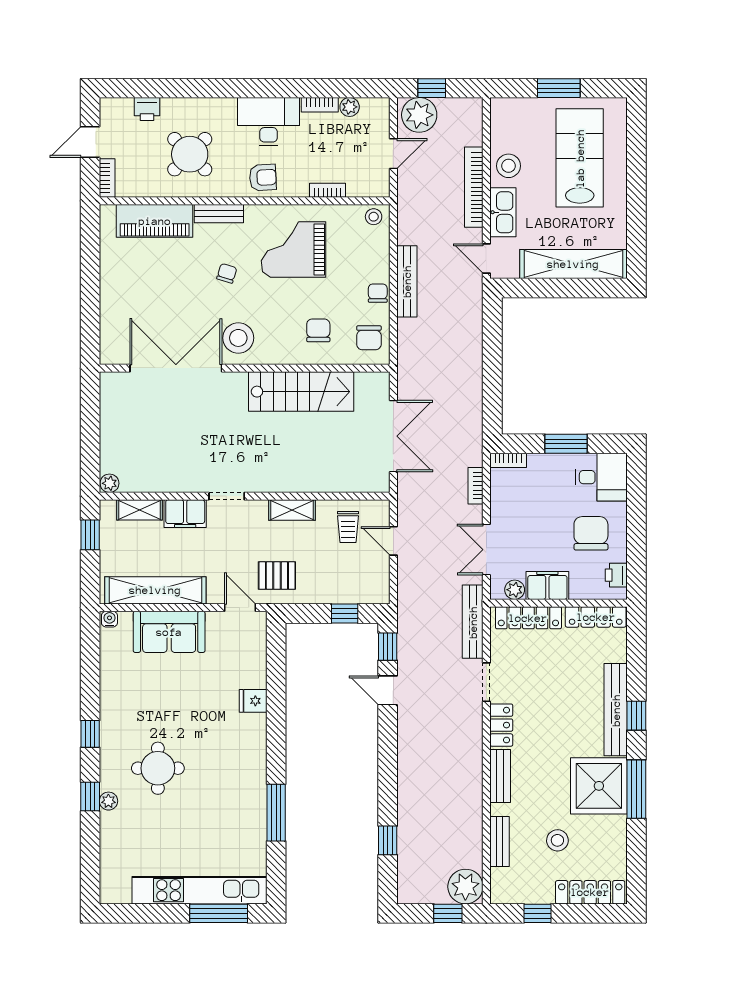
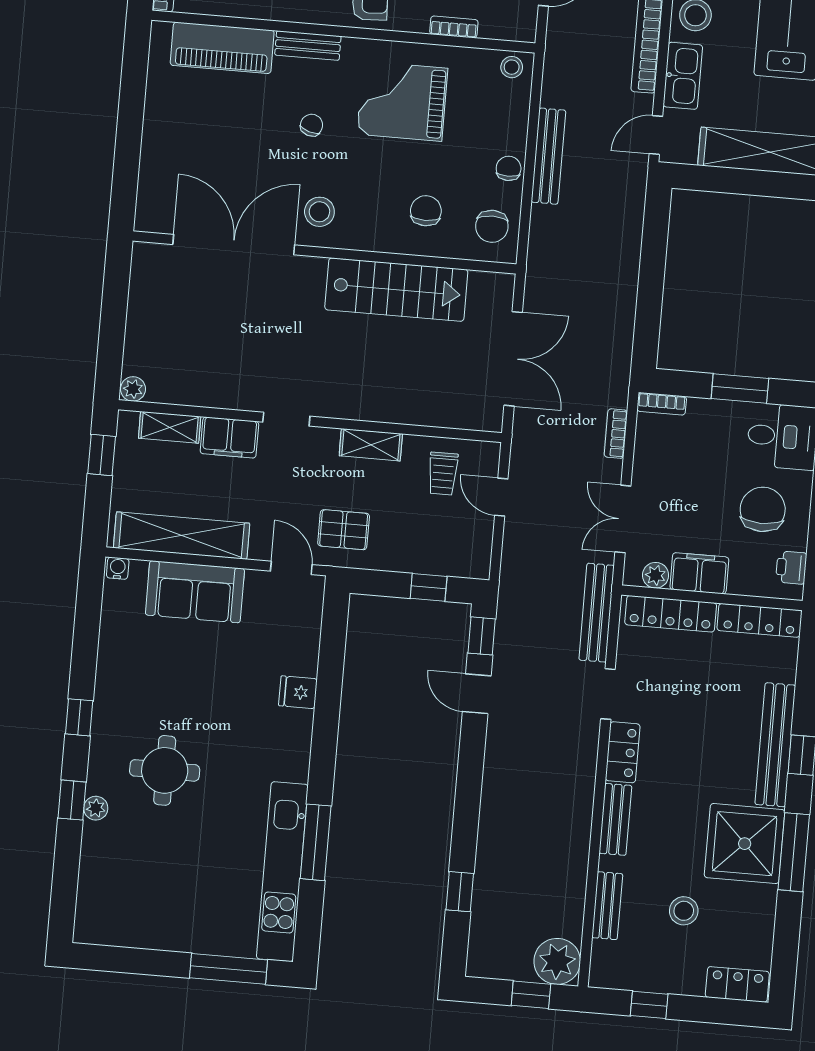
door: (486, 258) -> (656, 135), hinge flipped
stool: (238, 338) -> (319, 212), width x0.73, depth x0.73
kitchen unit: (199, 890) -> (282, 872), moved, turned -90
locker: (590, 892) -> (737, 984), width x0.66

